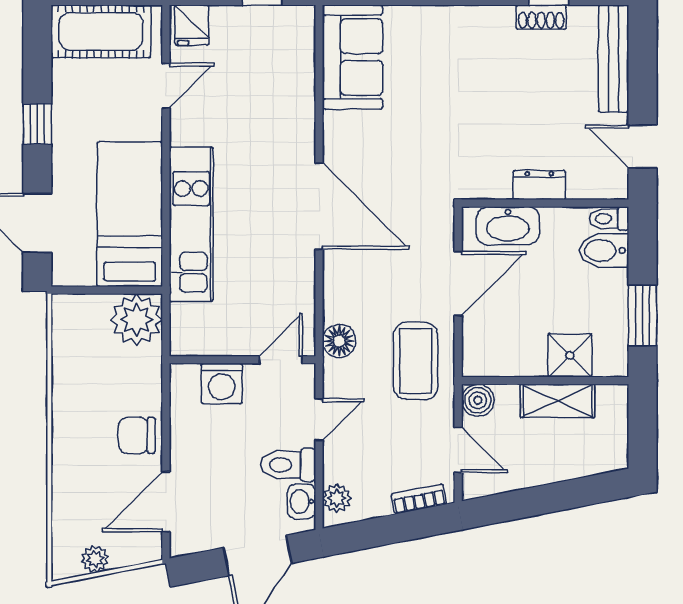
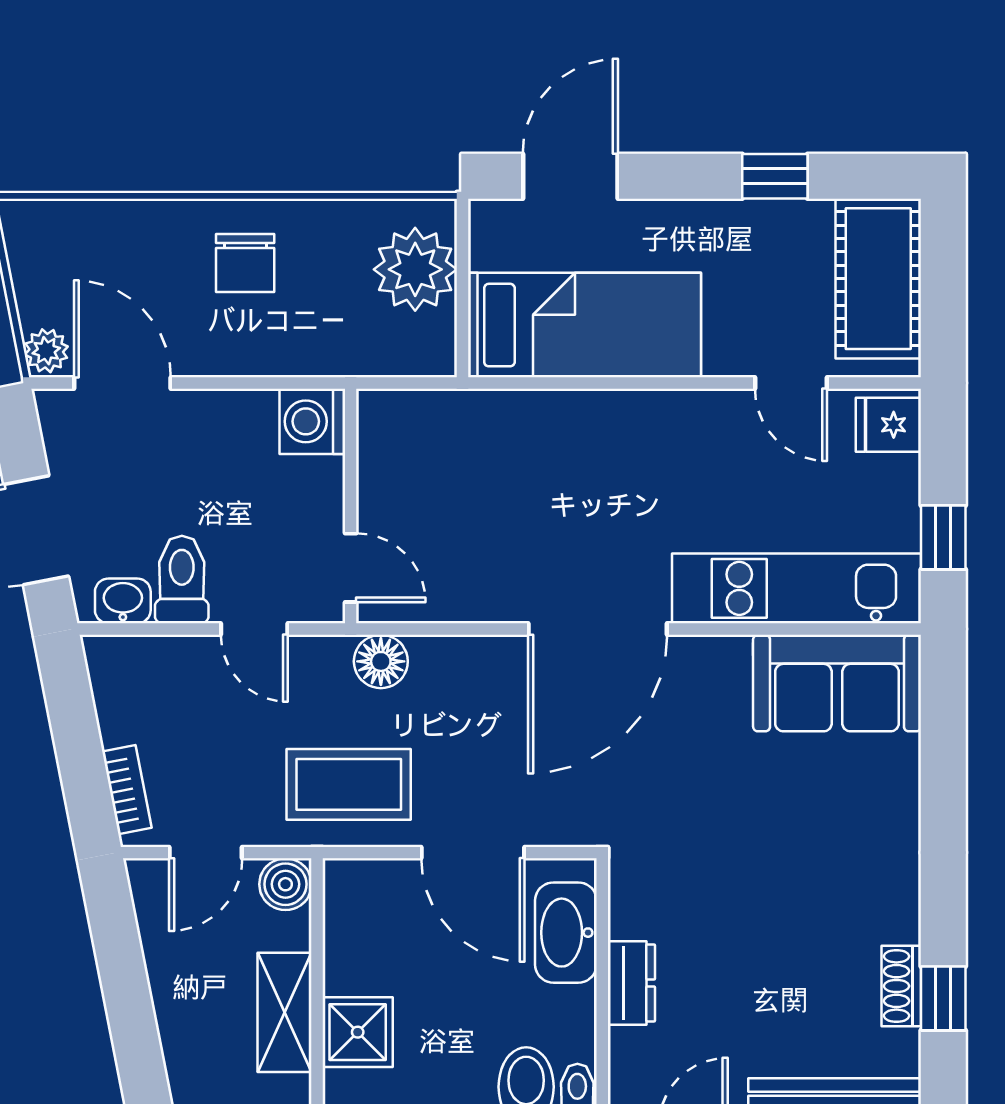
window: (37, 124) -> (775, 176), moved
kitchen unit: (191, 224) -> (796, 588), moved, turned 180
plant: (137, 320) -> (415, 269), moved
washing machine: (222, 384) -> (312, 421), moved
chair: (137, 435) -> (245, 263), moved, turned 180
plant: (337, 498) -> (128, 657), removed
plant: (95, 559) -> (46, 351), moved

